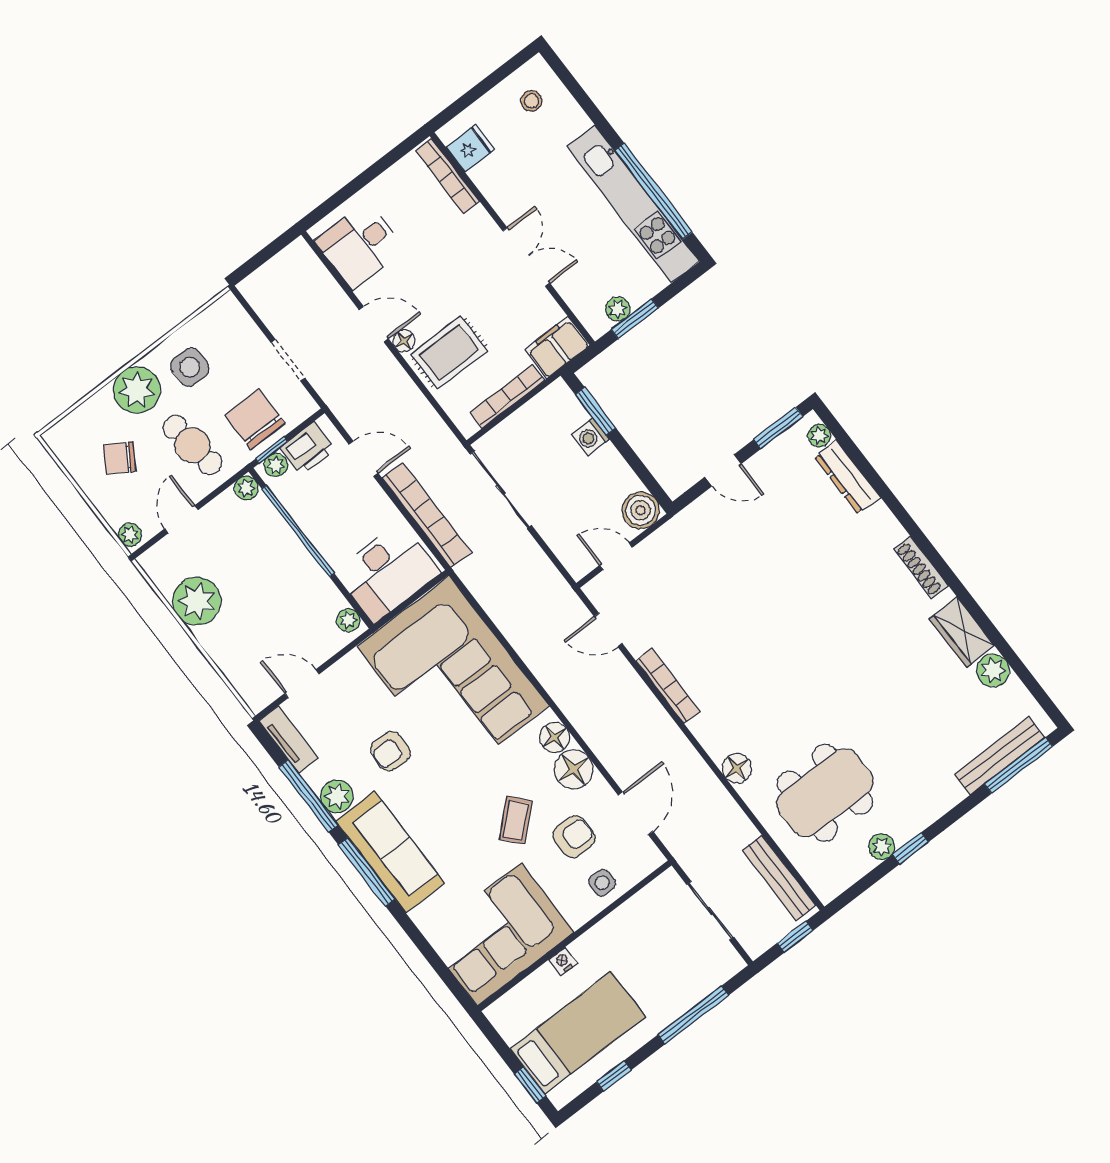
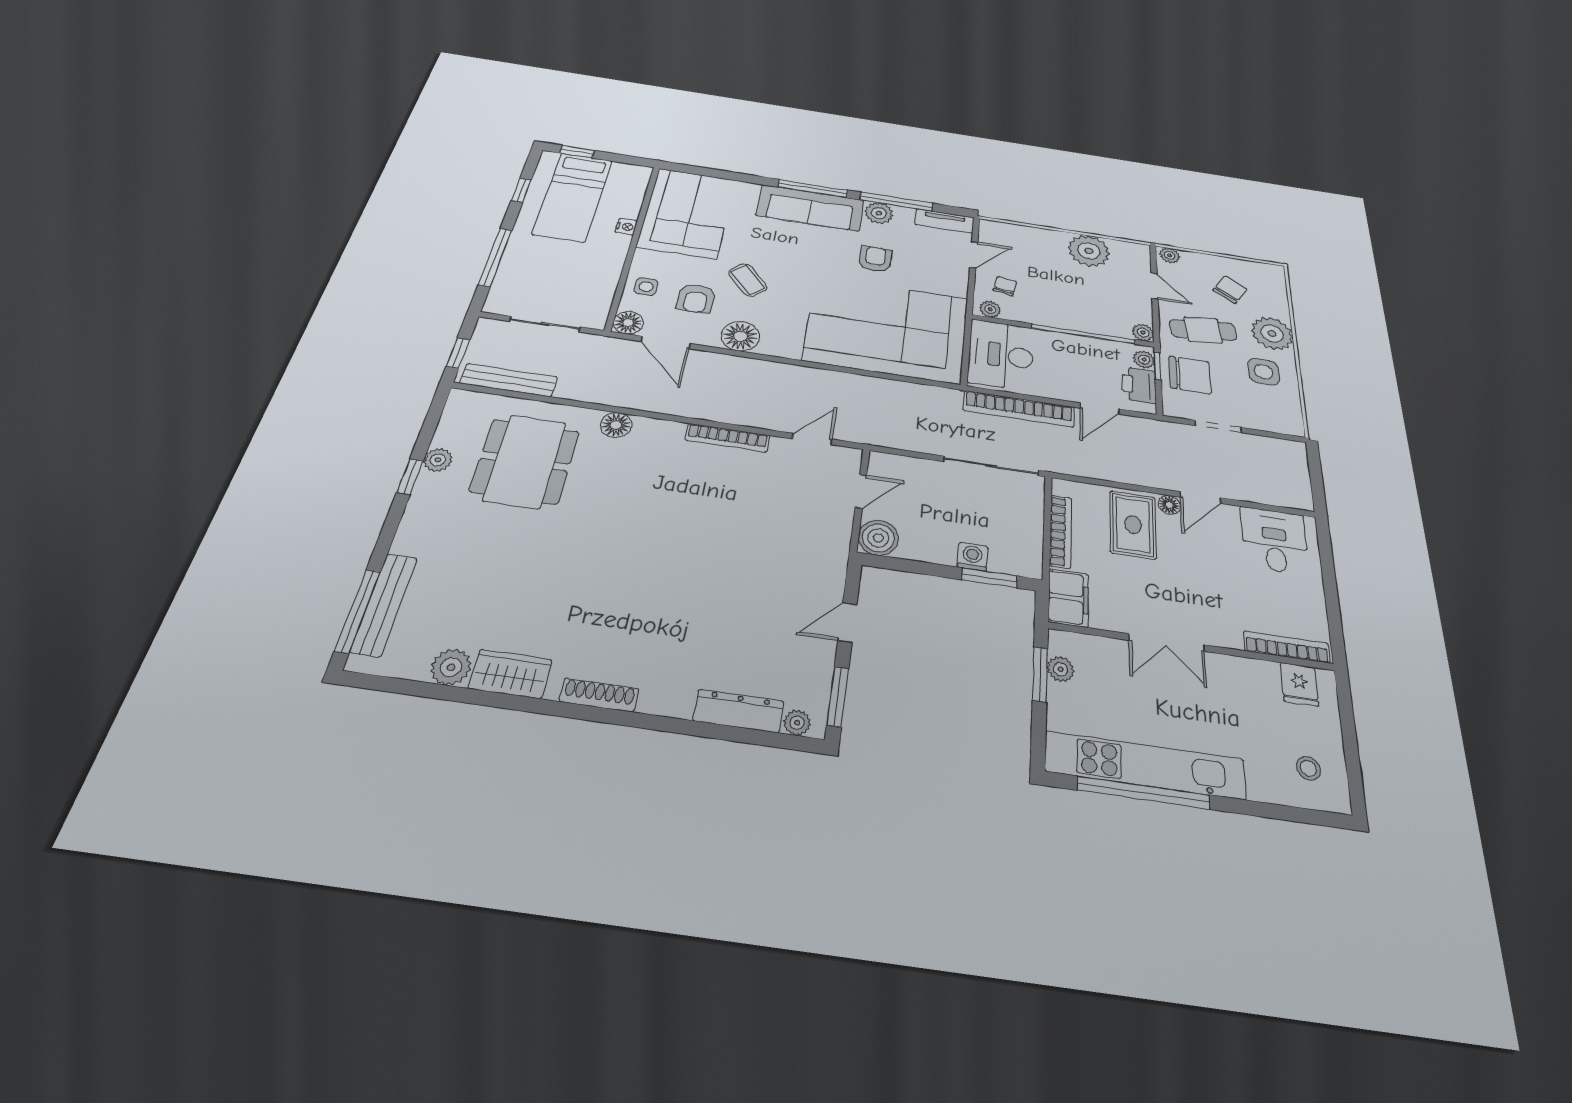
chair: (310, 631) -> (1005, 286), added
floor lamp: (555, 737) -> (628, 323), moved

